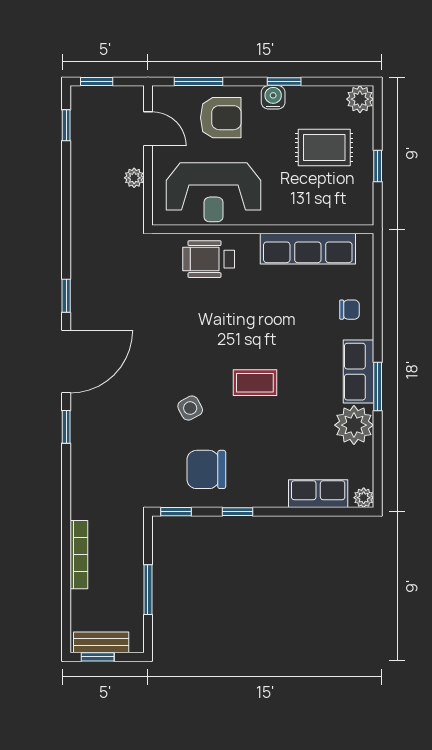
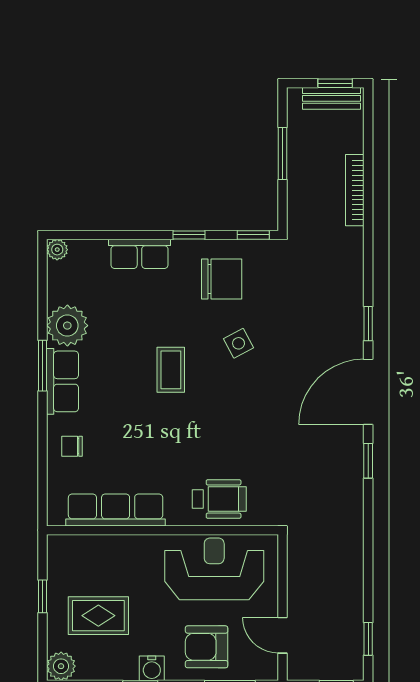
plant: (134, 178) -> (297, 584), removed
coffee table: (255, 383) -> (171, 370), turned 90
row of seats: (318, 494) -> (139, 254), moved

